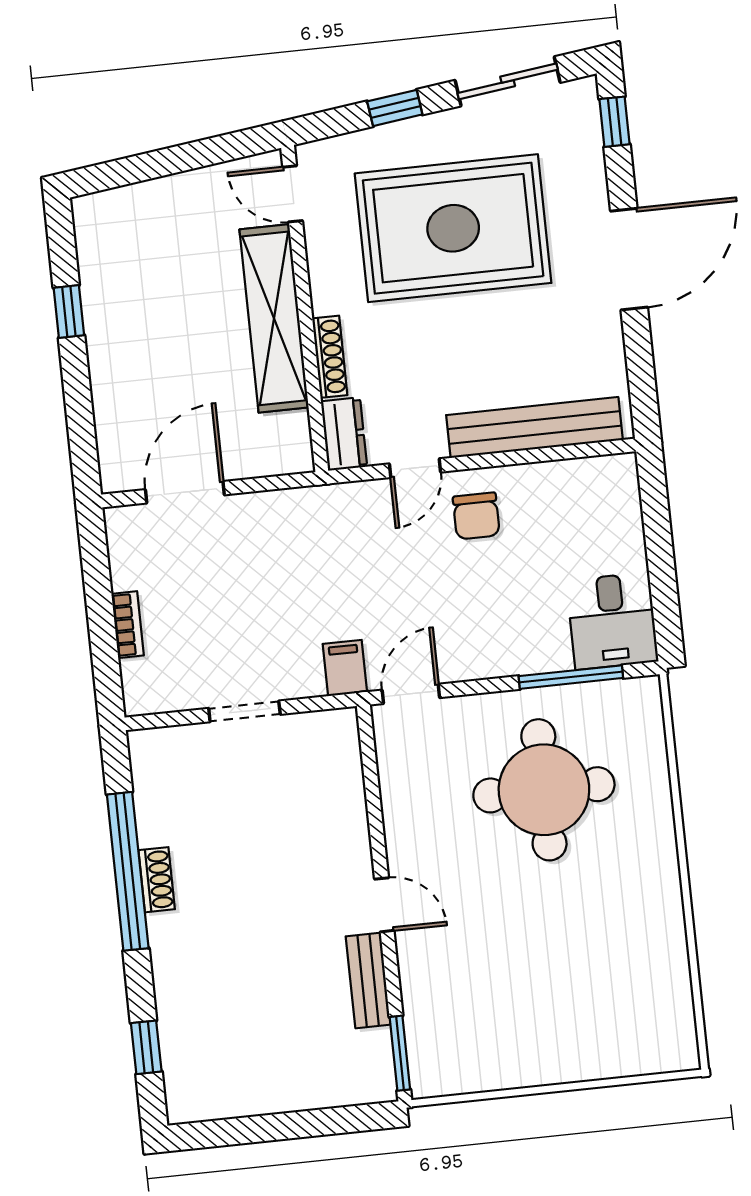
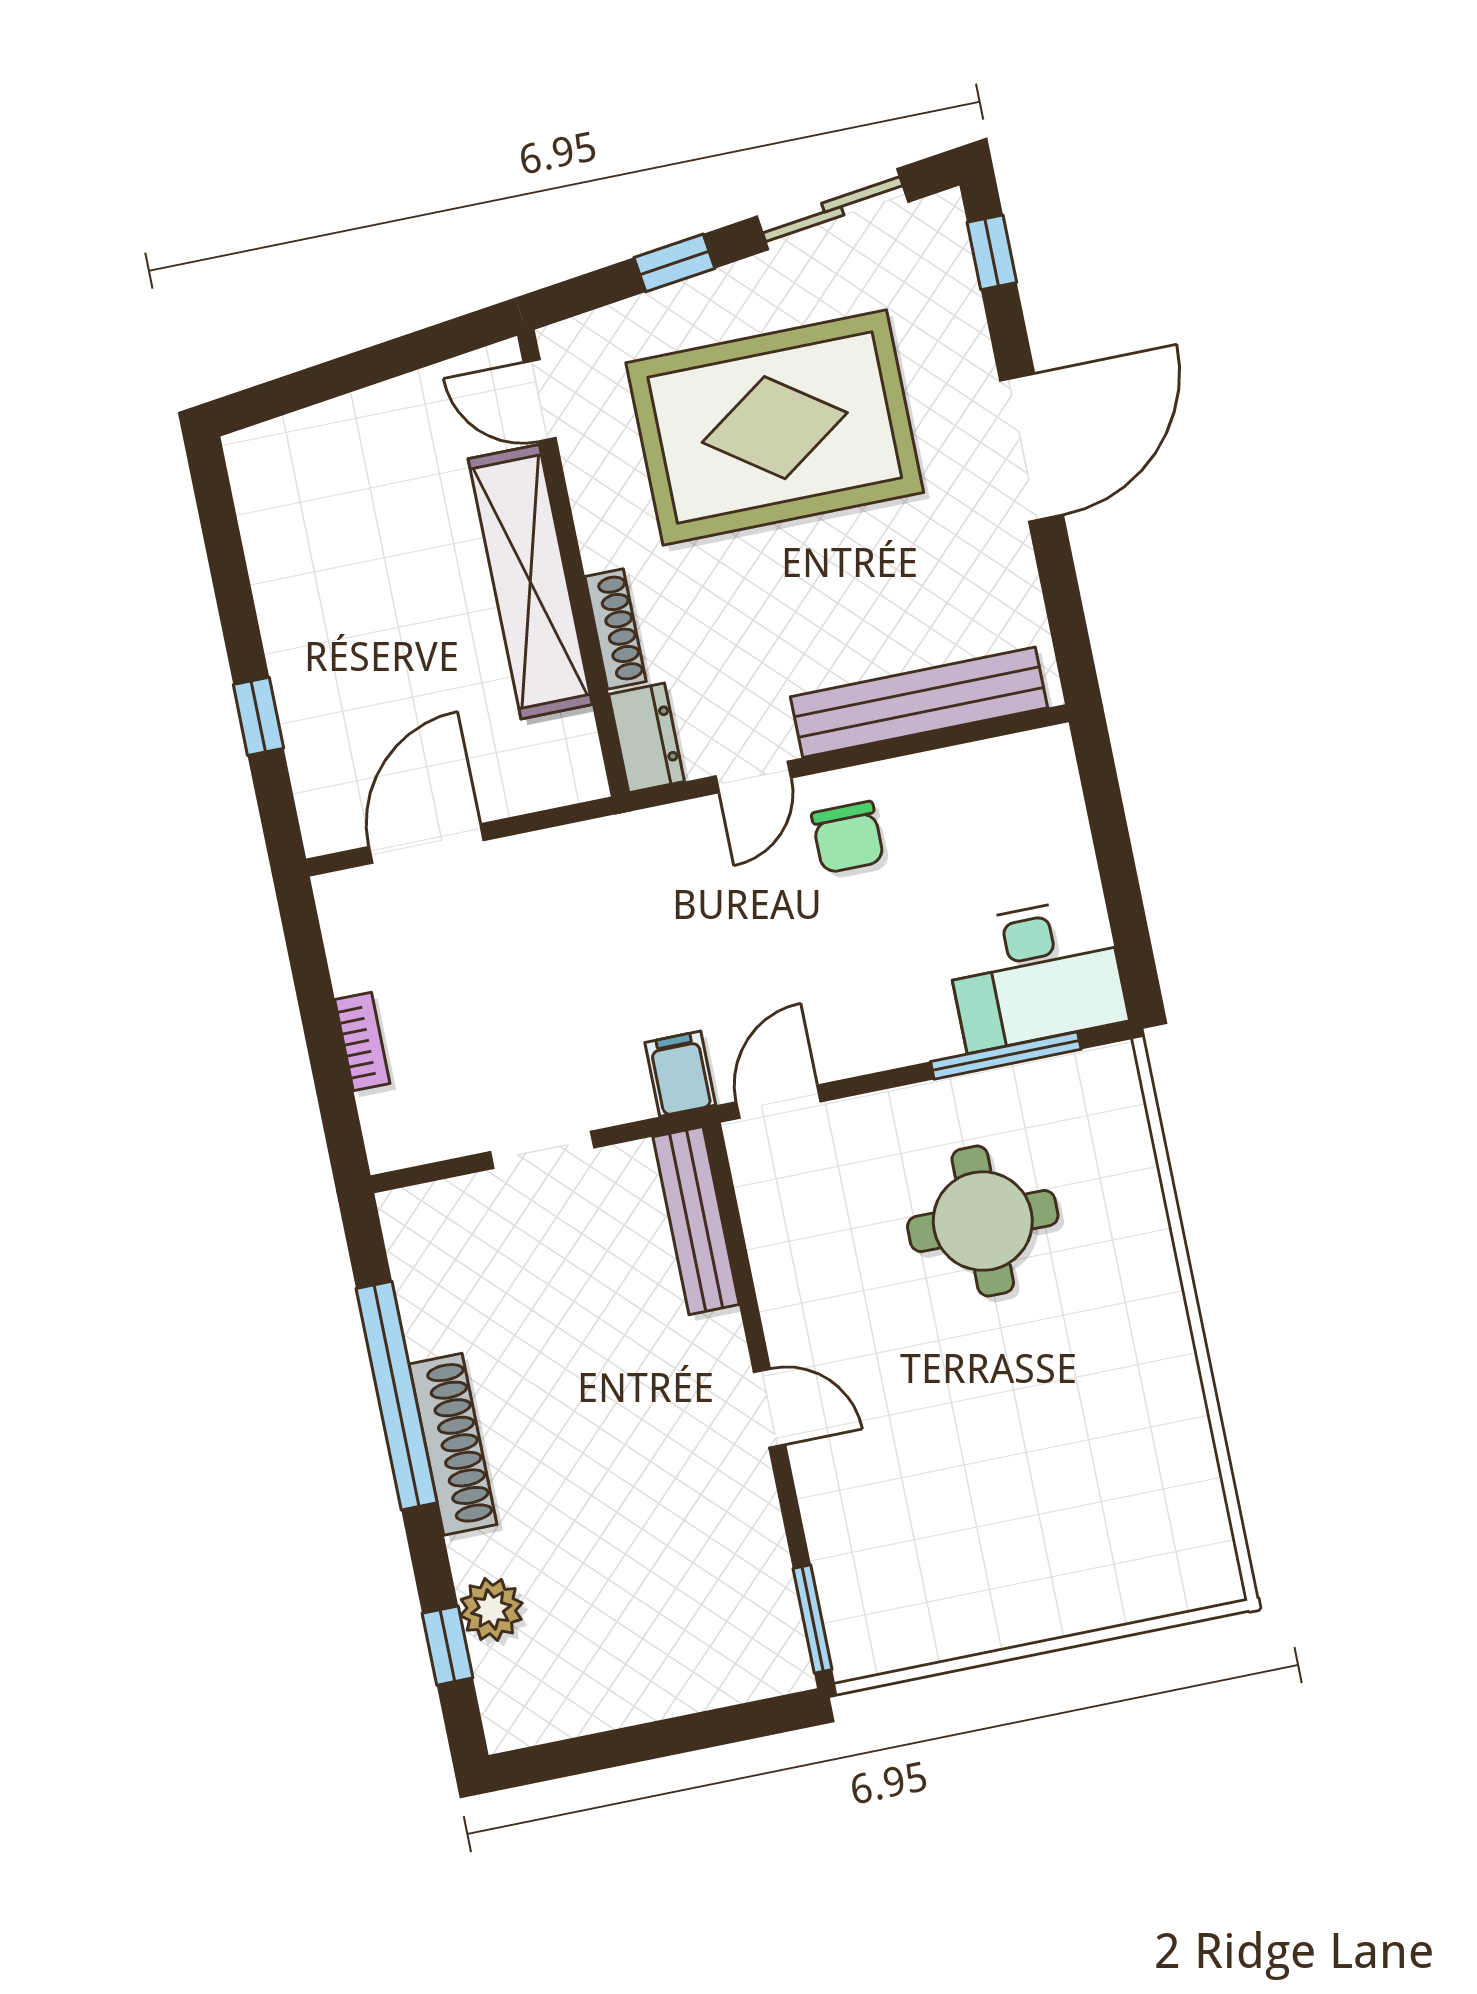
window: (69, 312) -> (258, 716), moved
desk: (612, 621) -> (1036, 974), width x1.37
round table: (544, 790) -> (983, 1221), width x0.73, depth x0.73
shoe rack: (157, 880) -> (453, 1444), width x1.94, depth x1.24
bench: (368, 980) -> (696, 1221), moved, width x1.36
plant: (179, 1025) -> (491, 1609), added

